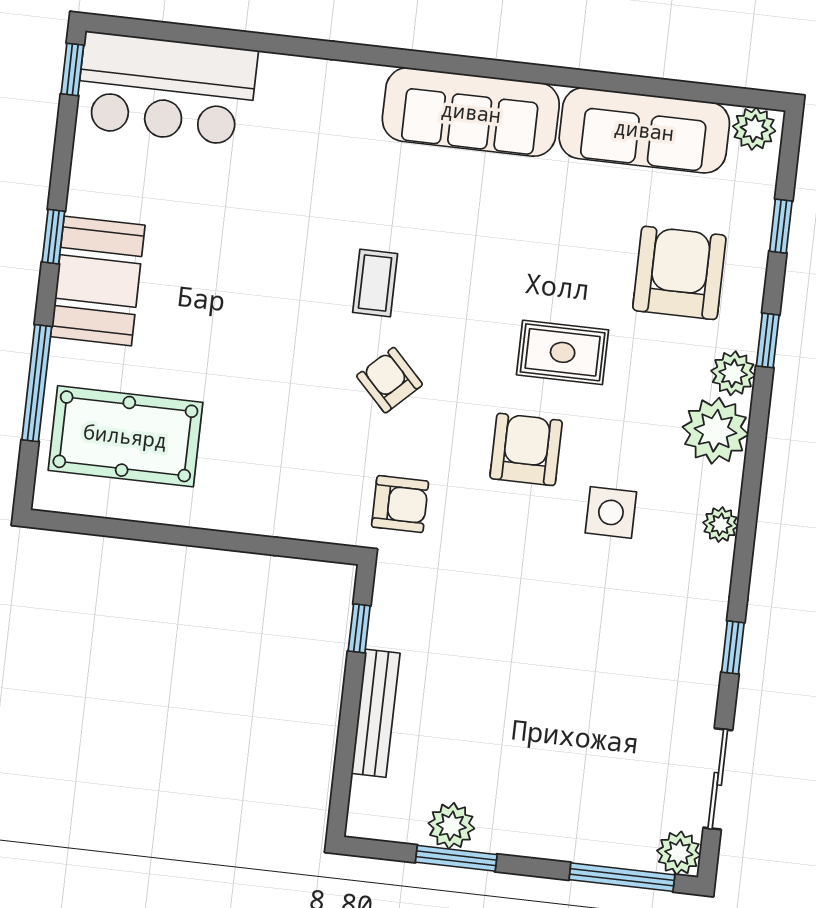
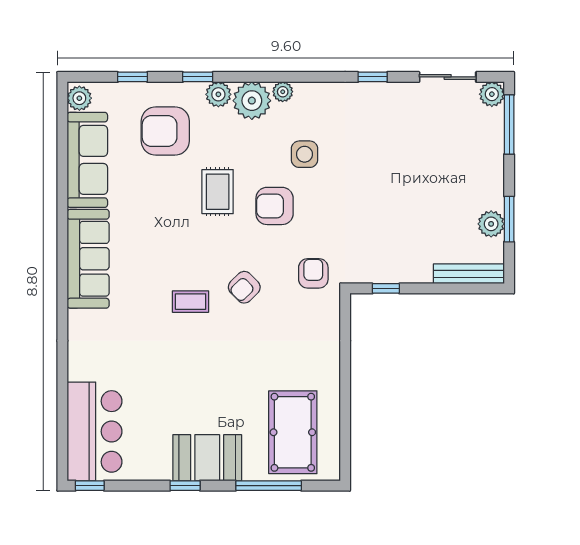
plant: (721, 524) -> (283, 92), moved
bench: (376, 713) -> (469, 274), moved

